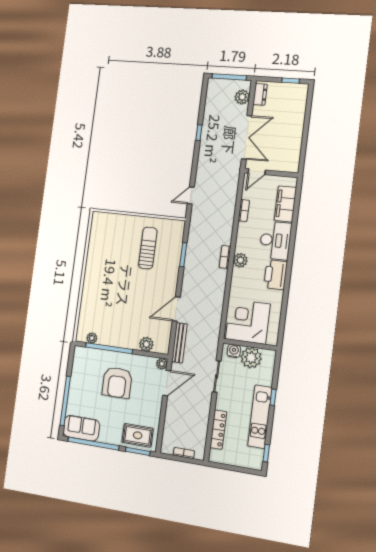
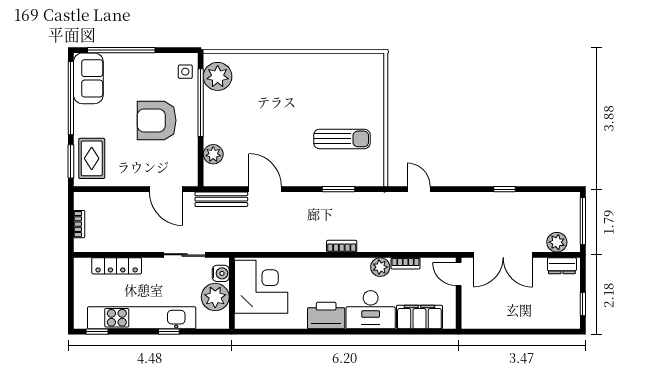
plant: (240, 260) -> (380, 267), moved
plant: (92, 338) -> (218, 76), width x1.87, depth x1.87
side table: (86, 356) -> (185, 72), added
plant: (162, 364) -> (190, 179), removed
kitchen unit: (260, 417) -> (142, 318), width x1.36

